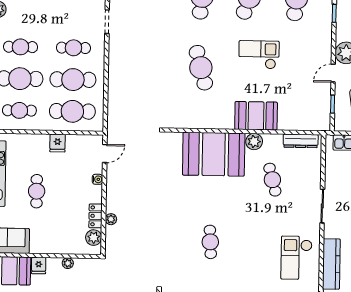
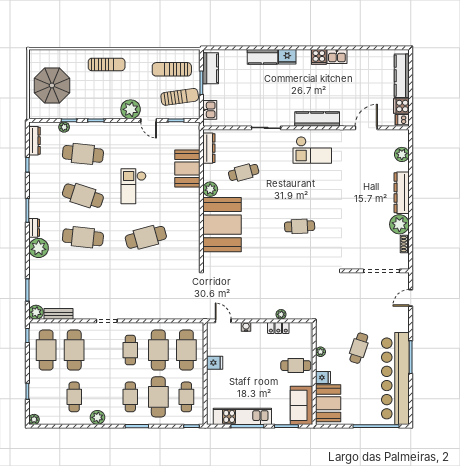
booth: (256, 116) -> (187, 168), moved
cafe table: (37, 191) -> (296, 366), moved
plant: (94, 238) -> (297, 329), removed

